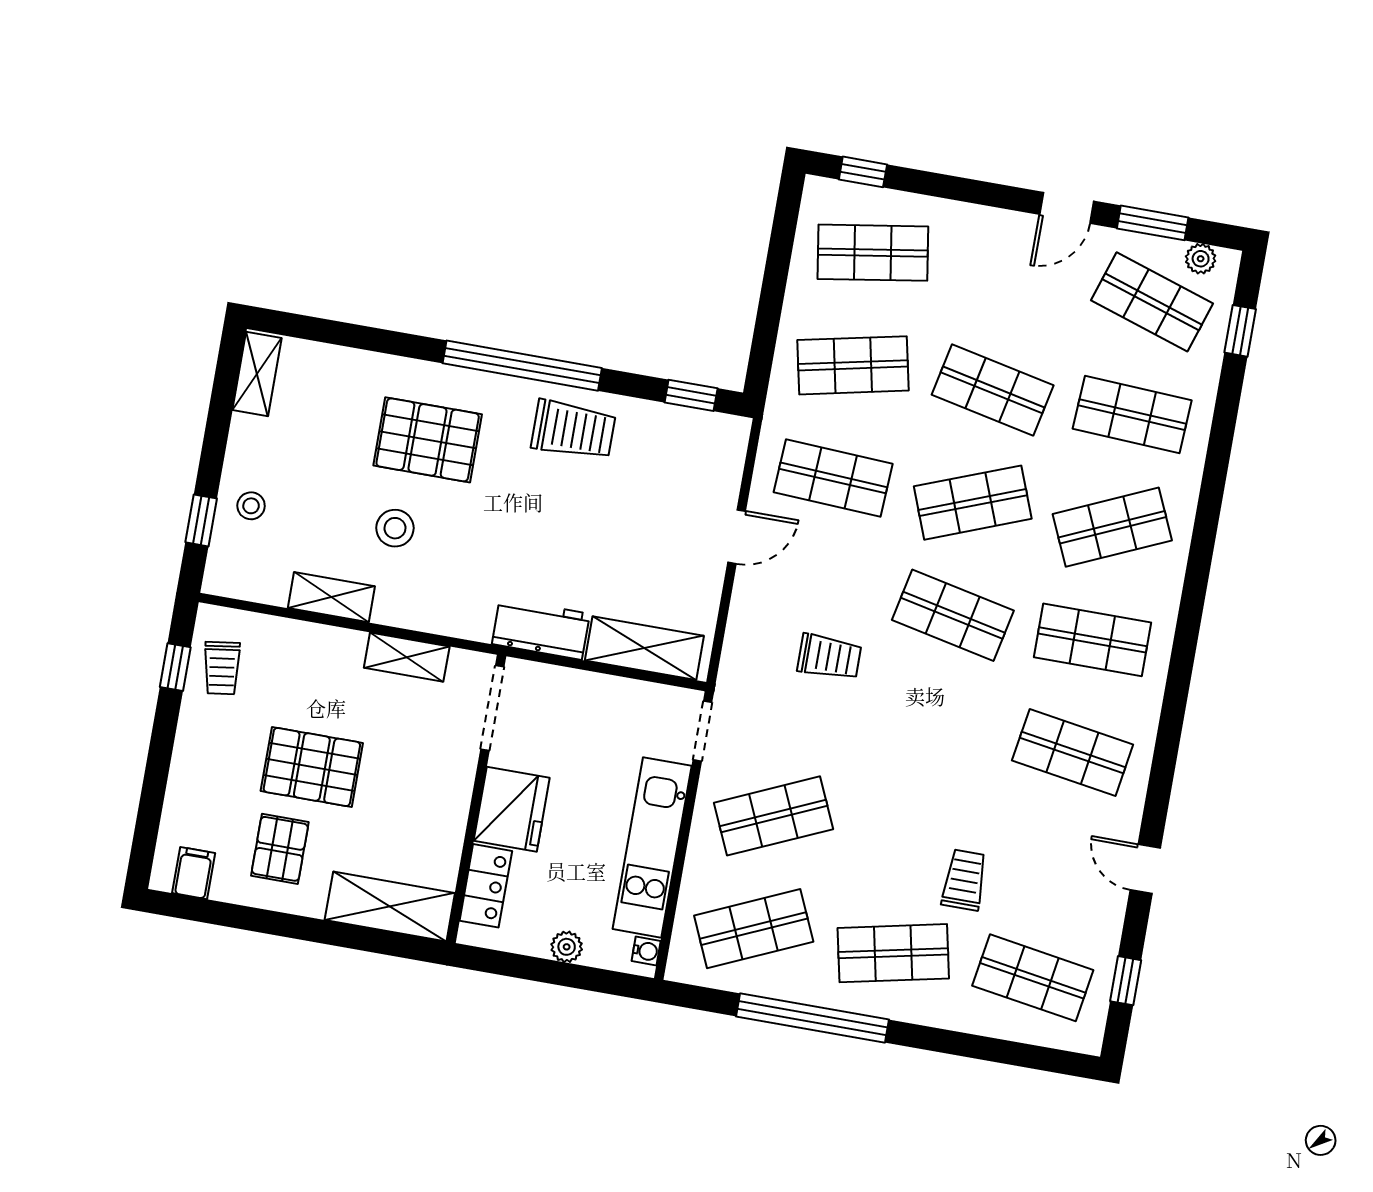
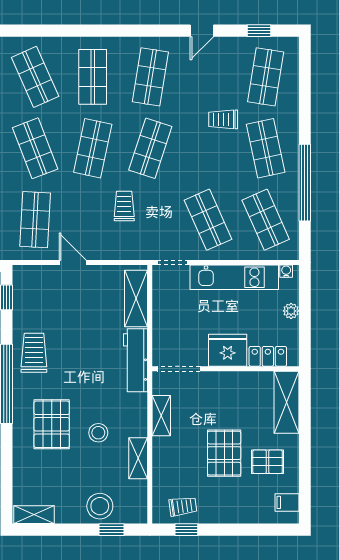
stool: (251, 506) -> (100, 506), width x1.89, depth x1.89
workbench: (541, 629) -> (136, 360), width x1.38
shop shelf: (933, 728) -> (150, 148), added

